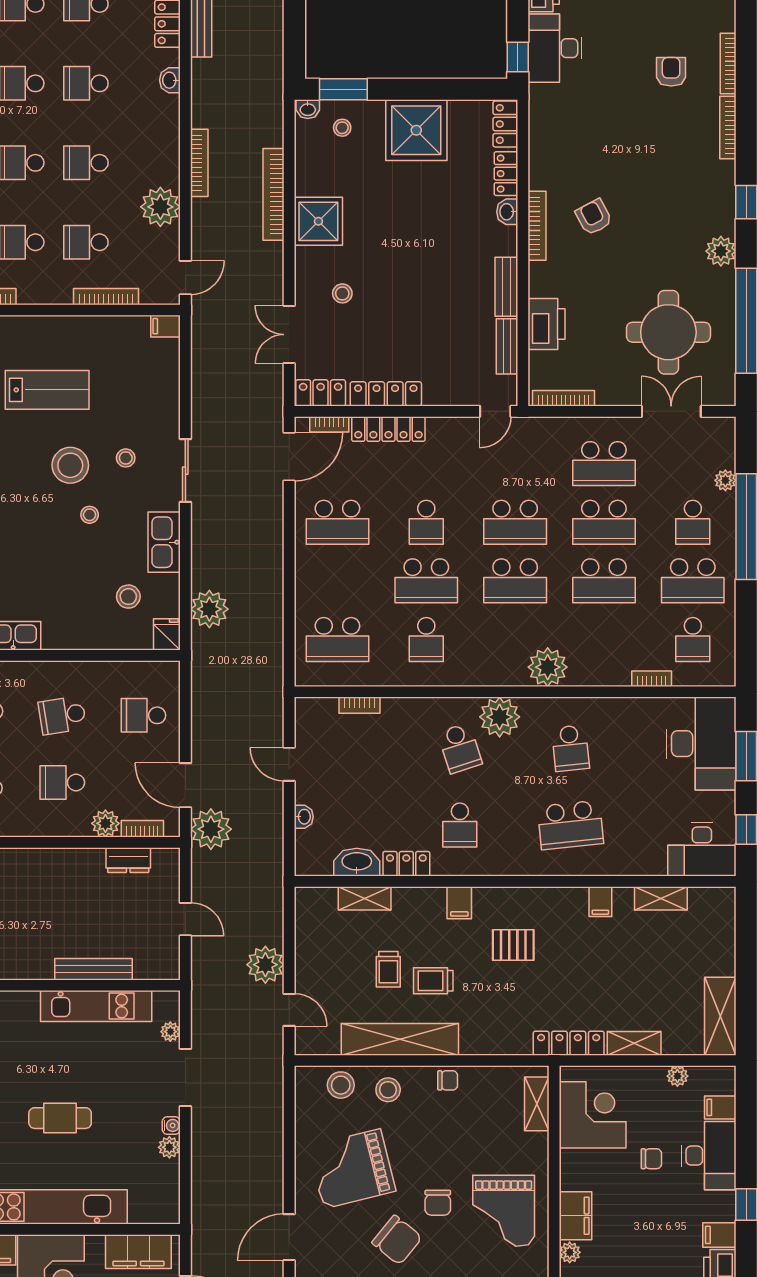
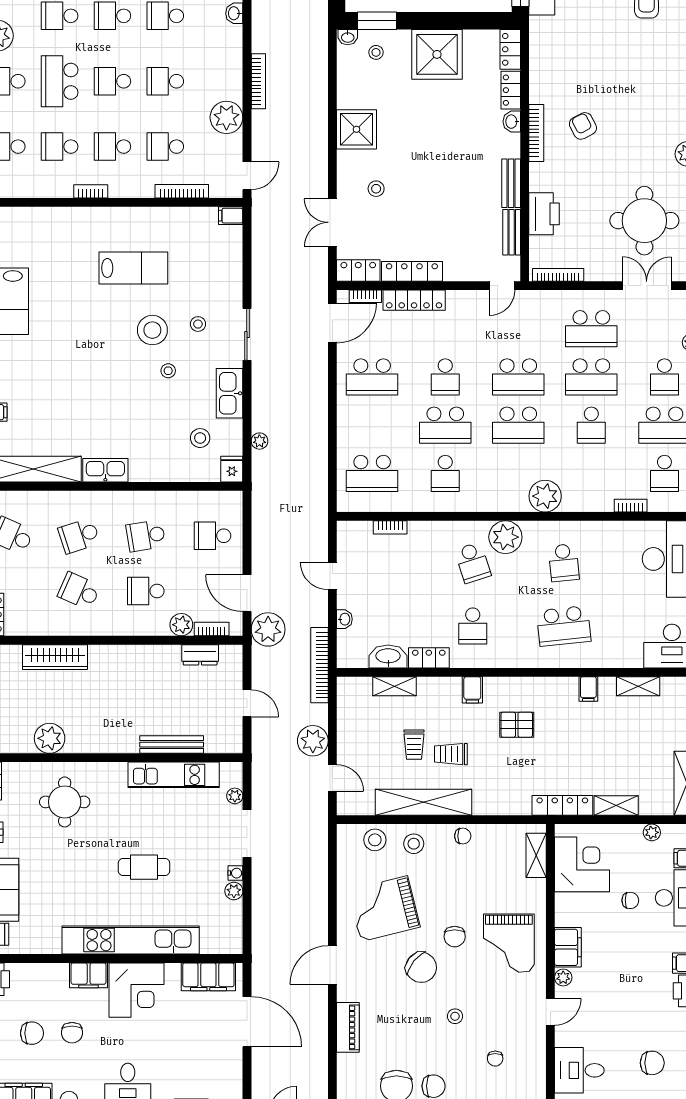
bookcase: (274, 194) -> (320, 665), moved
school desk: (604, 581) -> (591, 425), width x0.54
plant: (209, 609) -> (259, 441), width x0.53, depth x0.53

